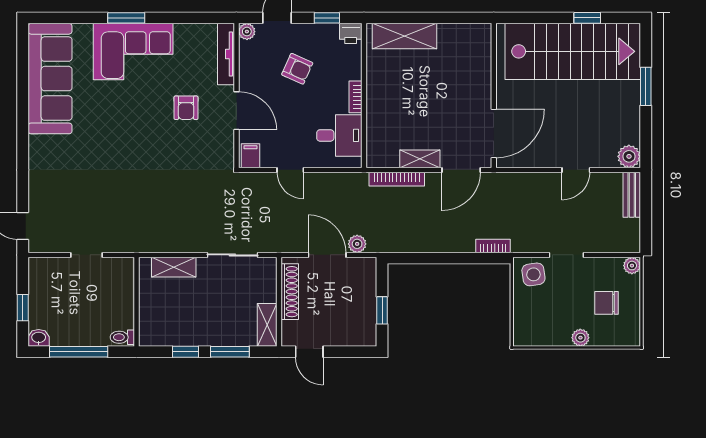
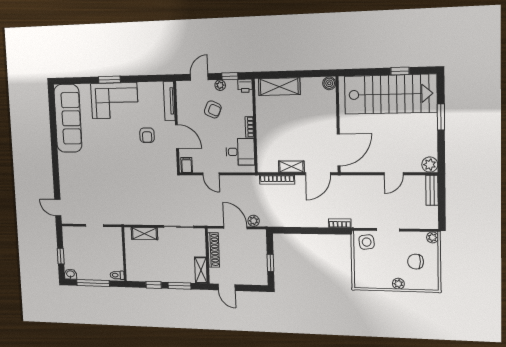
plant: (247, 32) -> (220, 85), moved
boiler: (482, 33) -> (329, 83), added

